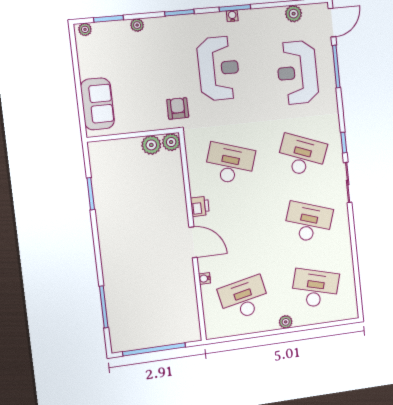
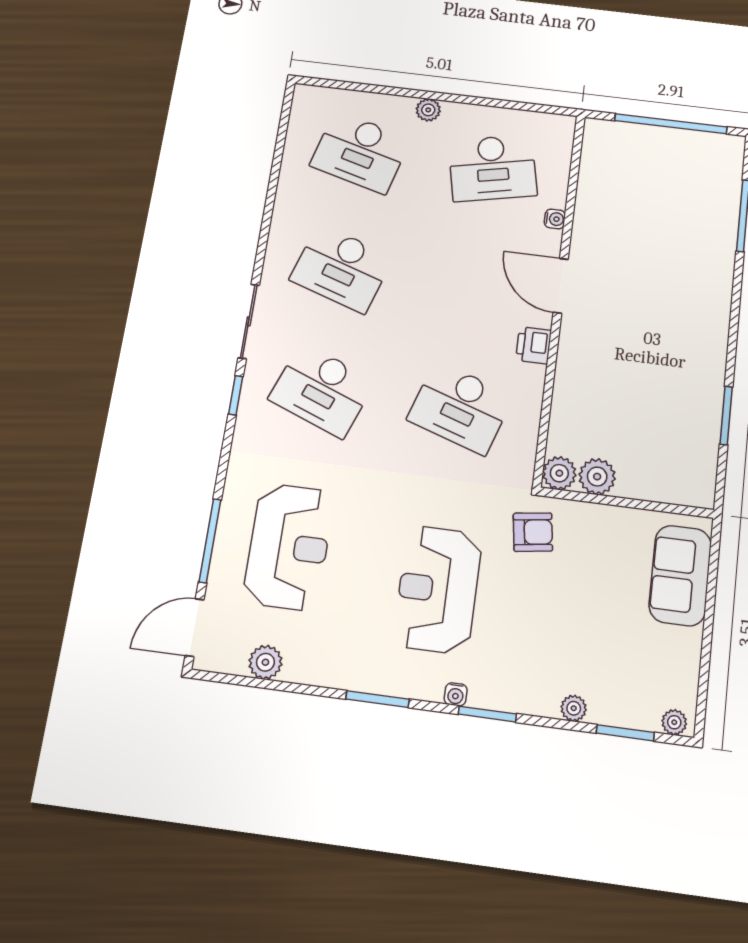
water cooler: (232, 16) -> (456, 694), moved
armchair: (178, 108) -> (533, 532), turned -98

